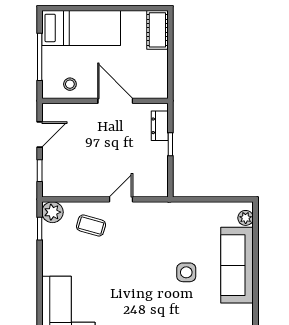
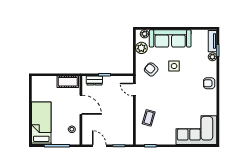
cot: (157, 30) -> (68, 82), moved
door: (115, 101) -> (81, 105), swing flipped
door: (121, 199) -> (134, 89), moved
plant: (52, 212) -> (141, 48), moved
armchair: (180, 230) -> (151, 69), added

